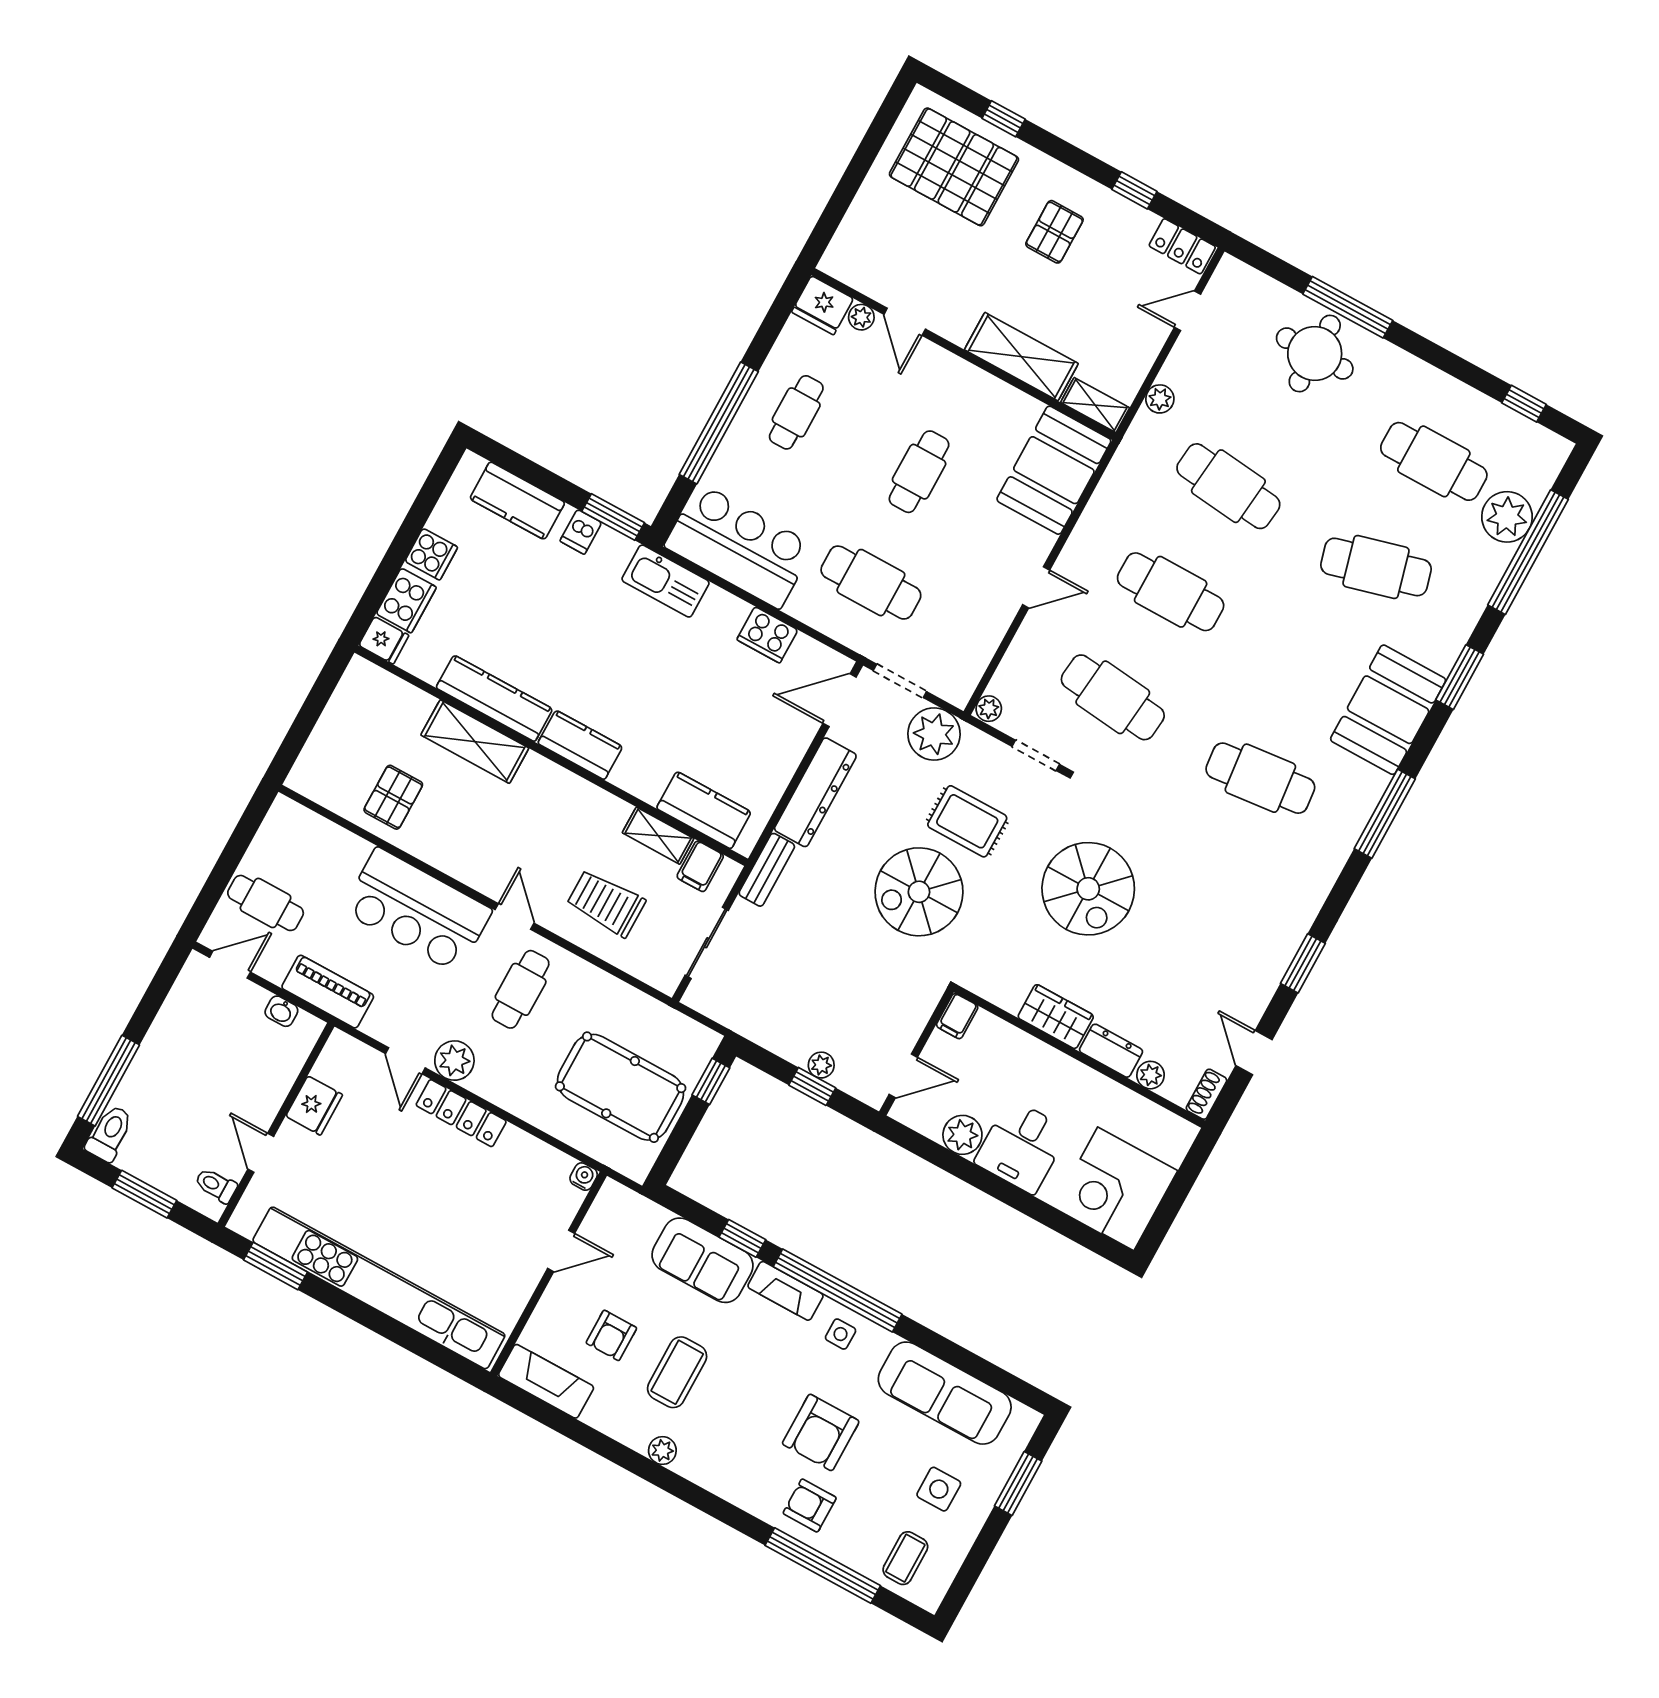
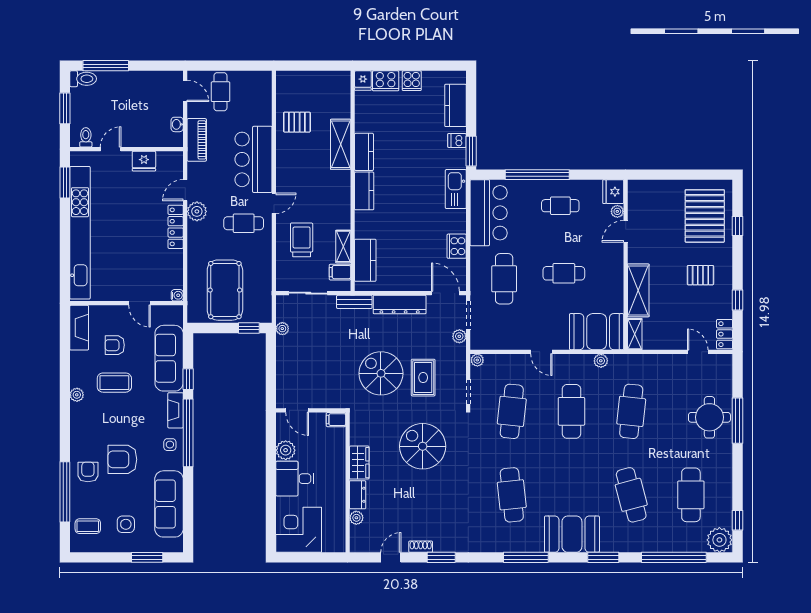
plant: (1160, 399) -> (601, 361), moved
plant: (1507, 517) -> (719, 540), moved
kitchen counter: (494, 698) -> (364, 152), width x0.67
plant: (934, 734) -> (459, 336), width x0.53, depth x0.53
spiral stairs: (1088, 889) -> (423, 446), turned 90
plant: (821, 1065) -> (282, 329), moved
window: (812, 1086) -> (271, 373), removed
shoe rack: (1207, 1094) -> (421, 547), moved
sofa: (703, 1260) -> (169, 358), width x1.36

